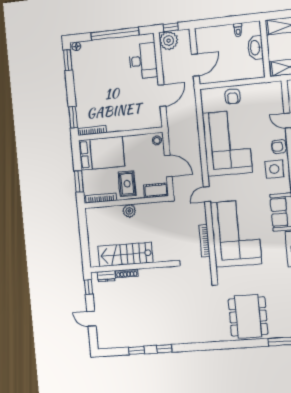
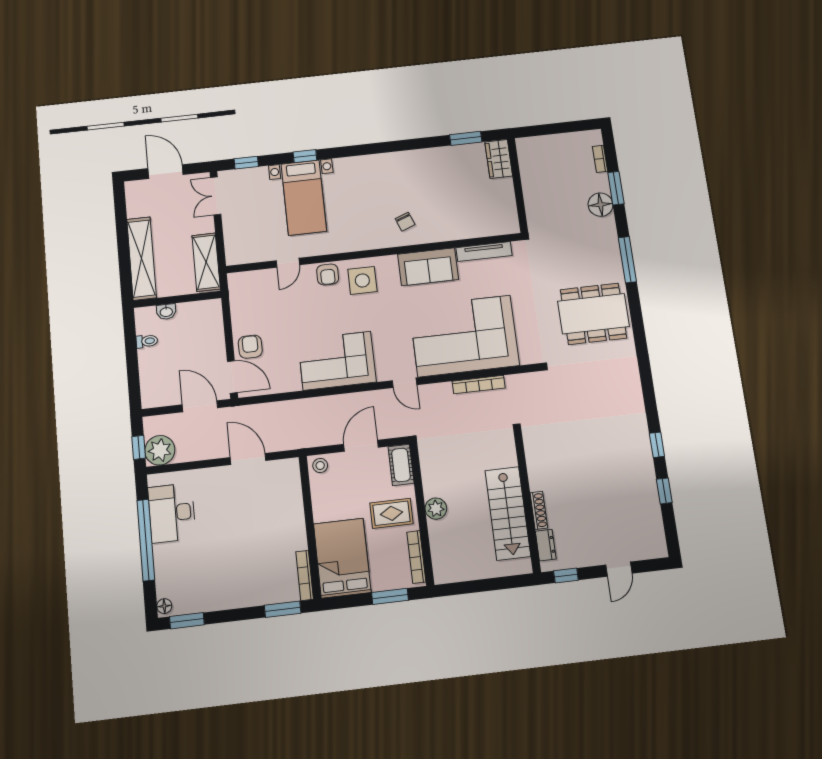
washbasin: (255, 48) -> (166, 312), width x0.52, depth x0.69
desk: (143, 61) -> (172, 513), moved, turned -90
door: (213, 85) -> (232, 377), added
armchair: (233, 96) -> (250, 347), turned -90
corner sofa: (227, 143) -> (337, 361), width x0.73, depth x0.74

